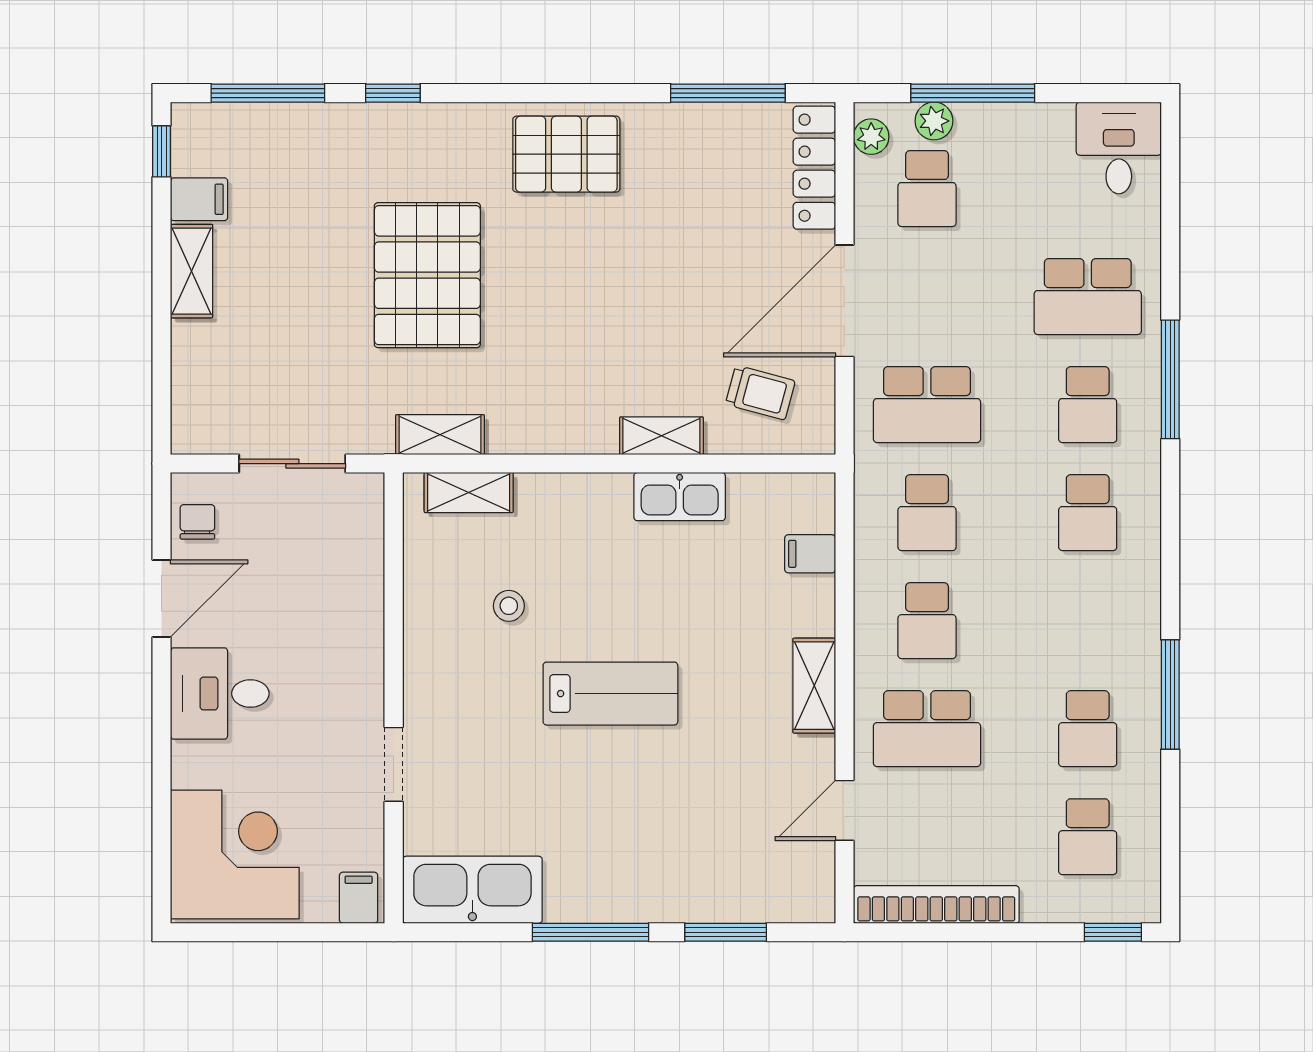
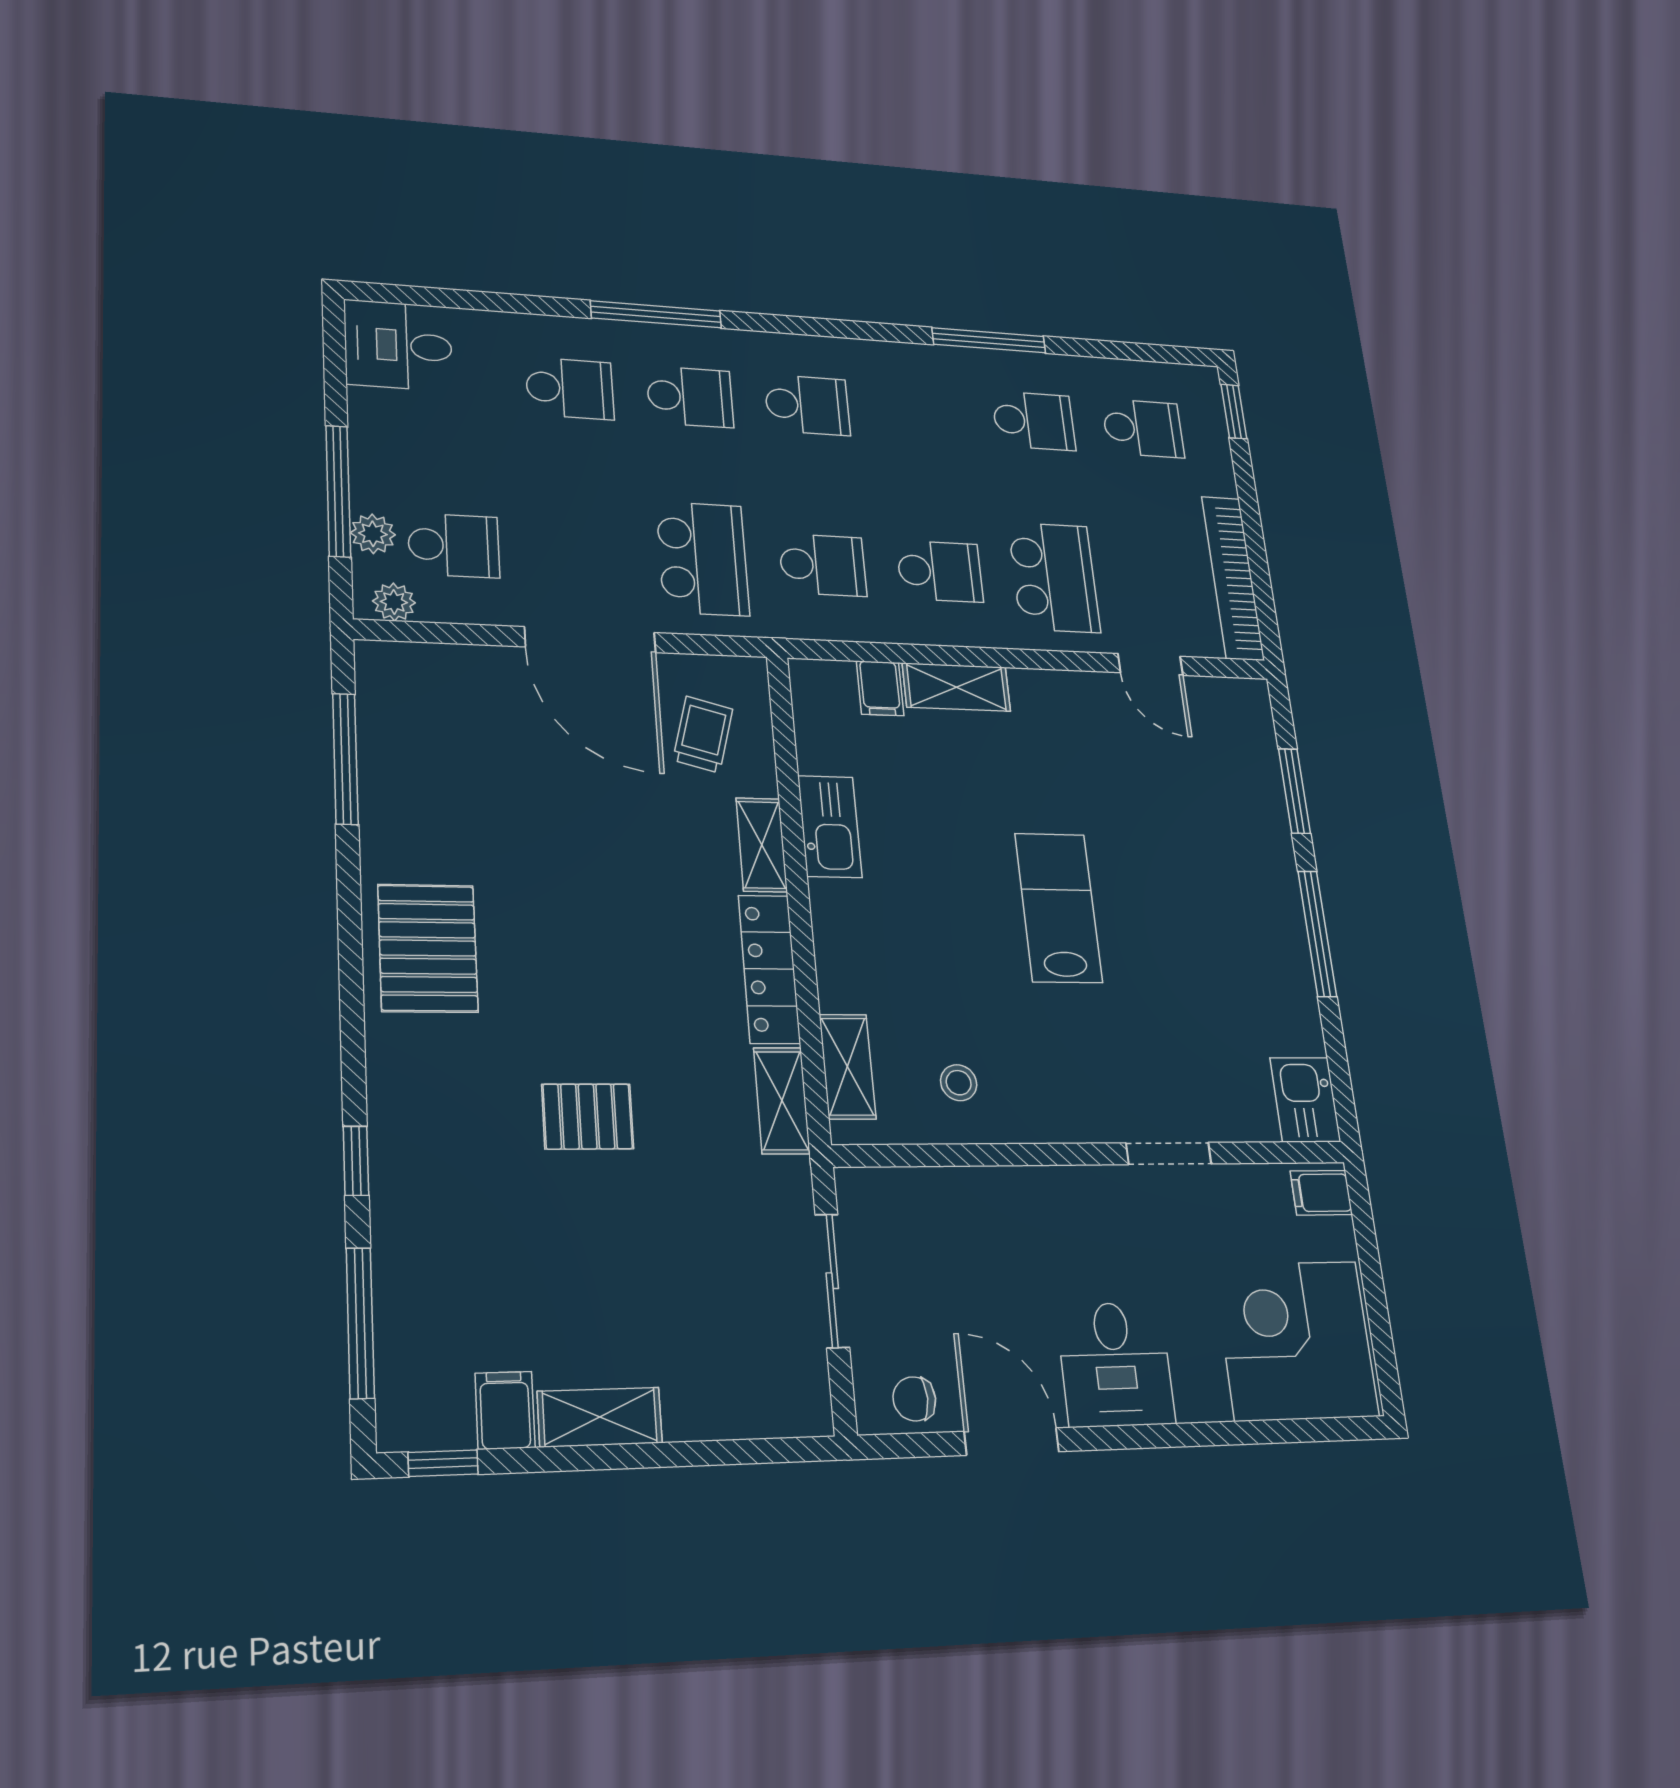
locker: (814, 168) -> (769, 969), moved, turned 90
pallet: (427, 275) -> (588, 1116), width x0.49, depth x0.50
school desk: (1088, 297) -> (570, 388), width x0.54
stool: (509, 606) -> (959, 1083), moved
shelving: (814, 686) -> (956, 687), moved
kitchen sink: (472, 890) -> (1305, 1100), width x0.53, depth x0.81

